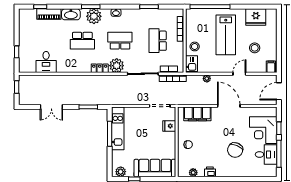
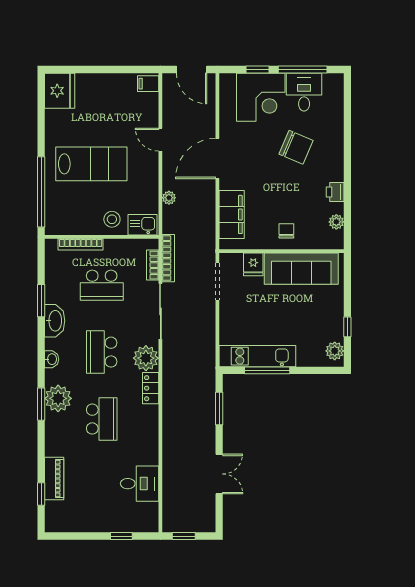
washbasin: (71, 14) -> (55, 321), moved
fridge: (256, 17) -> (60, 91), moved
stool: (255, 48) -> (114, 112), removed
sofa: (155, 168) -> (301, 269), moved, turned -90

